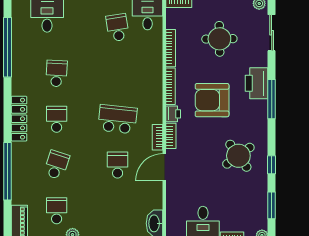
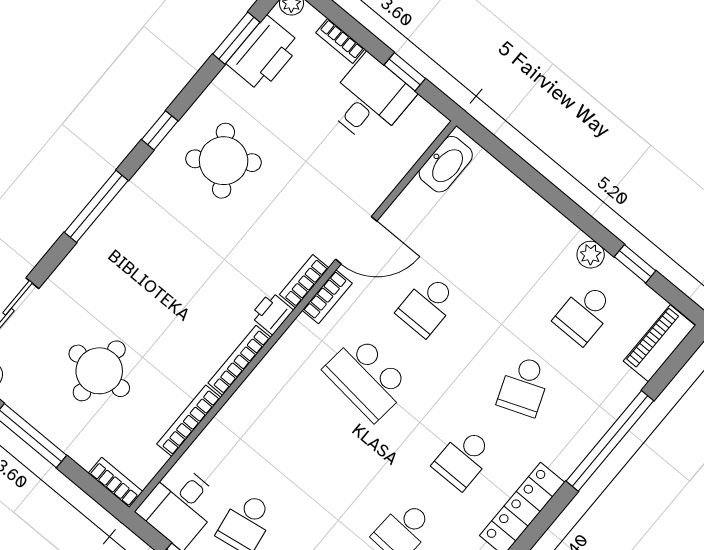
printer: (257, 83) -> (264, 54), moved
armchair: (212, 100) -> (192, 284), removed
school desk: (57, 165) -> (524, 386), turned -39
window: (272, 165) -> (160, 130), moved

